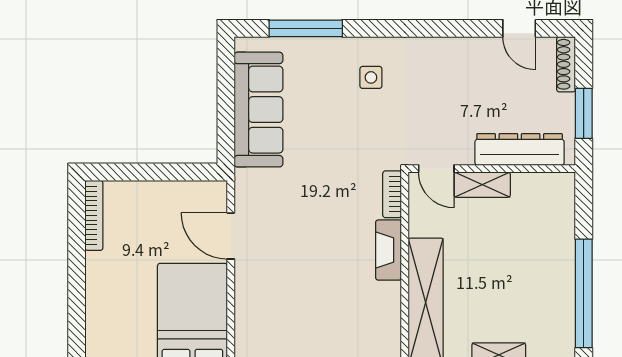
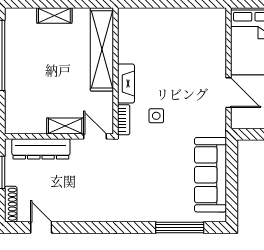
side table: (371, 77) -> (156, 116), moved

